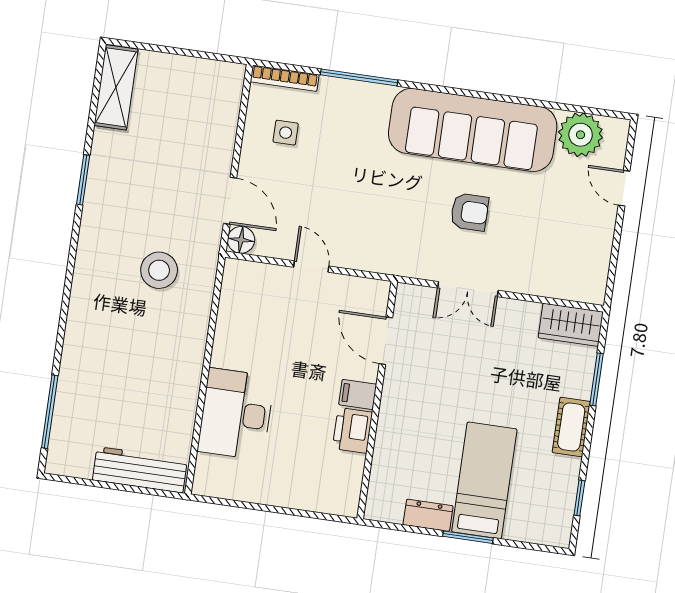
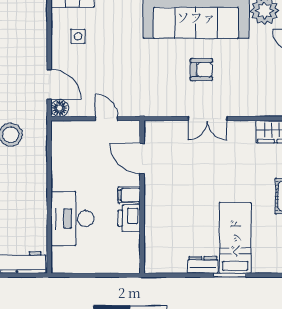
door: (386, 341) -> (142, 159), moved
filing cabinet: (358, 394) -> (129, 195), moved
wall: (377, 400) -> (142, 197), moved
printer: (352, 430) -> (129, 218), moved

